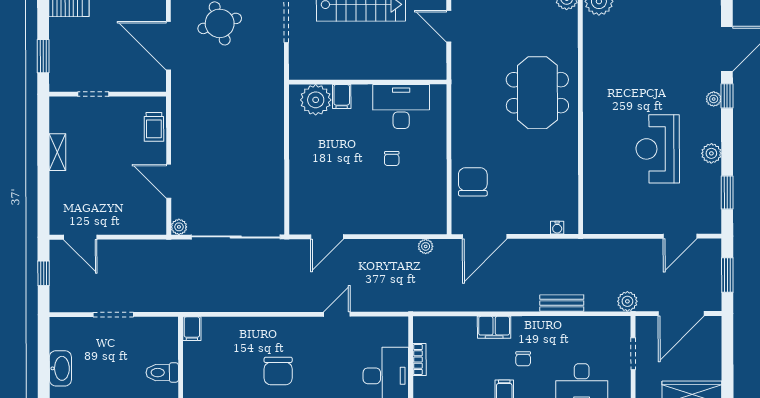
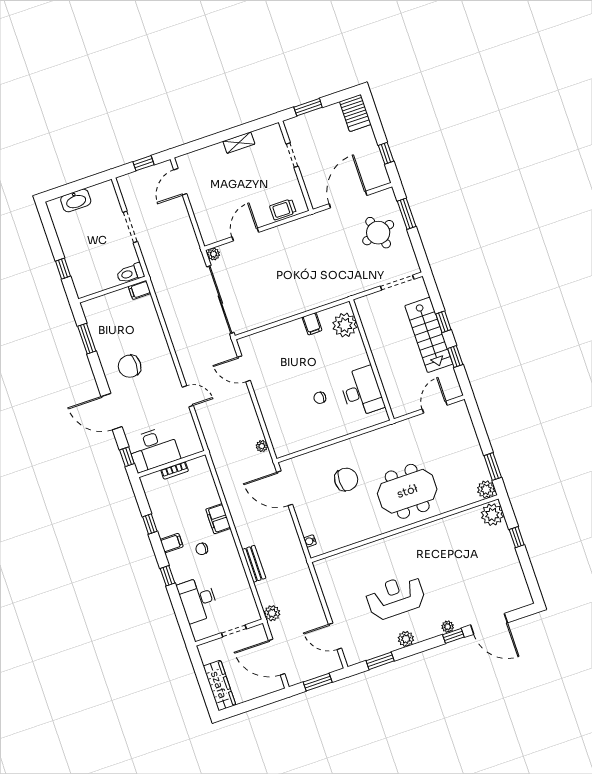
filing cabinet: (342, 97) -> (312, 324), moved, turned -90
chair: (473, 182) -> (346, 479), moved
toilet: (162, 373) -> (130, 273), moved, turned -90

